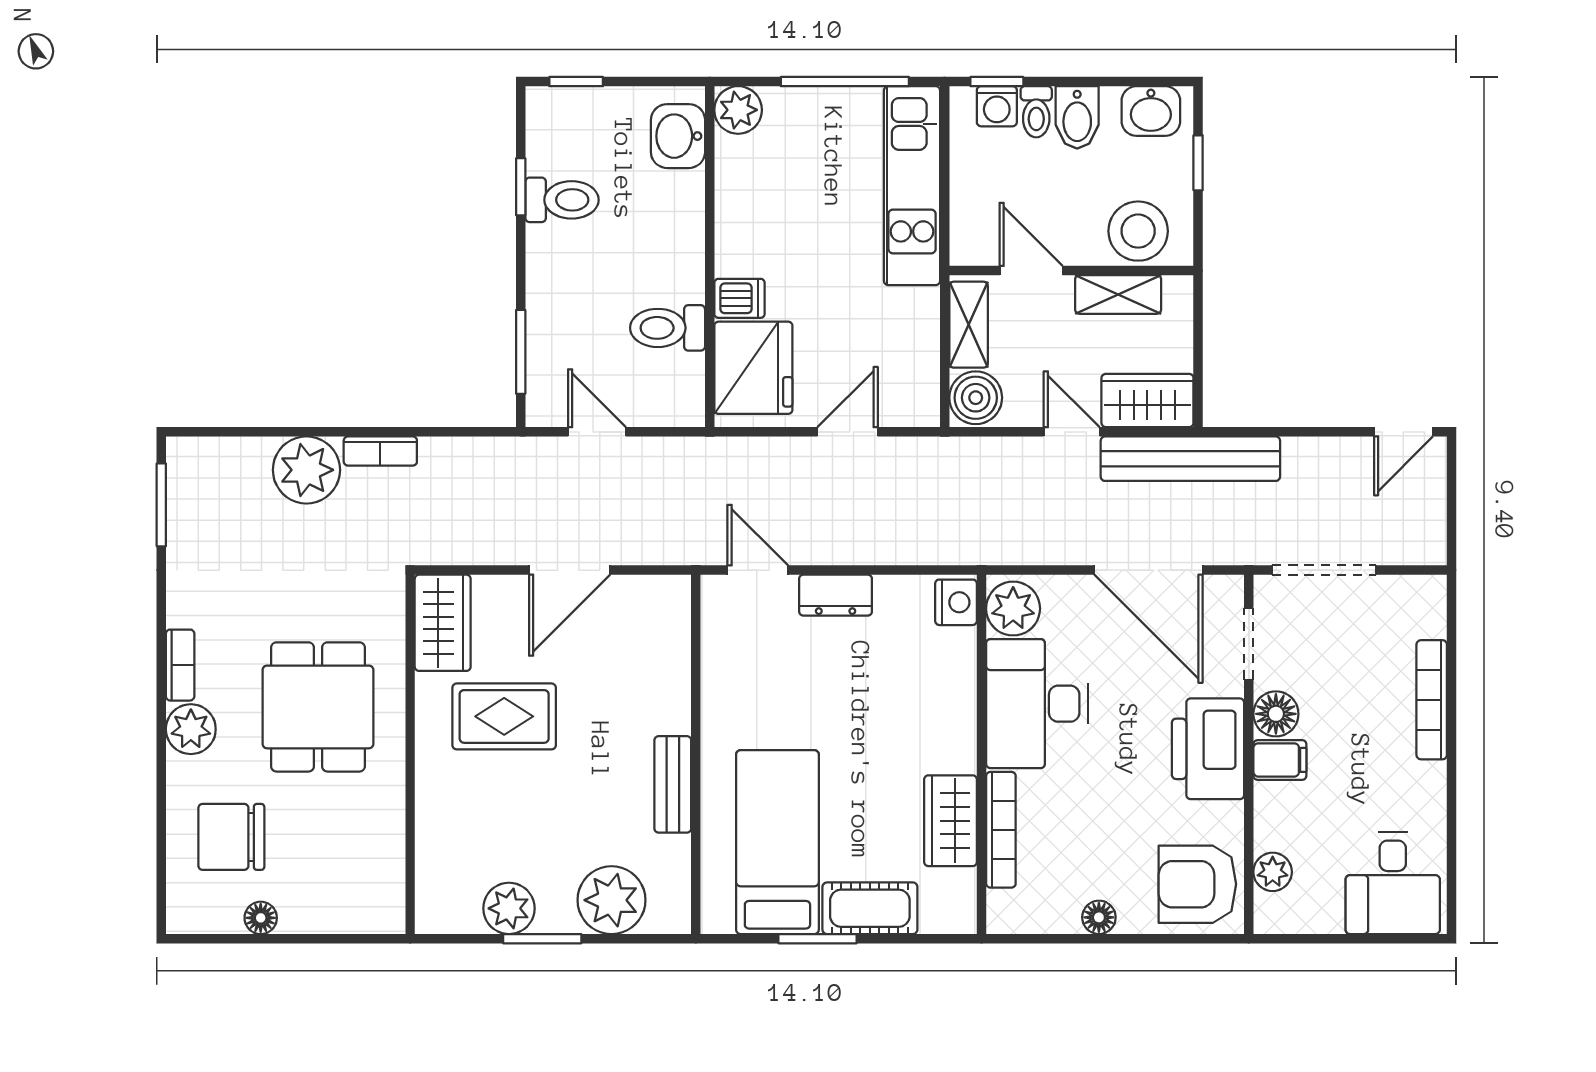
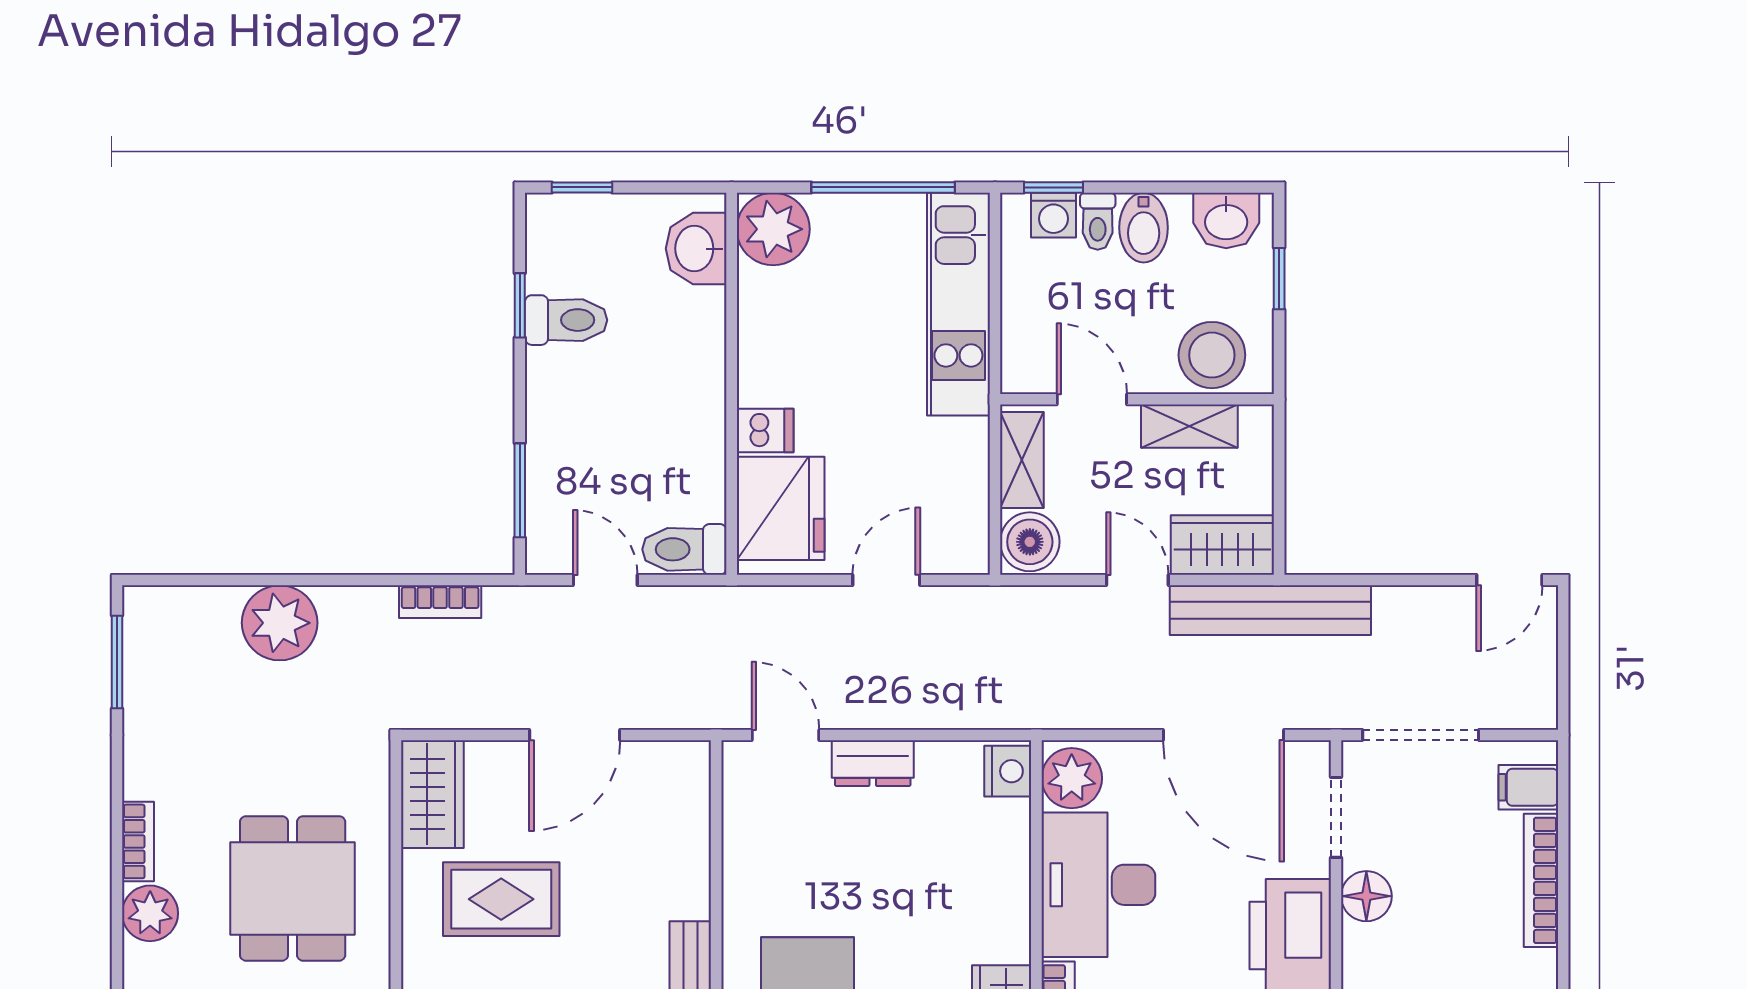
plant: (738, 110) -> (773, 229), width x1.36, depth x1.36
toilet: (668, 328) -> (684, 549), moved
bookcase: (380, 451) -> (440, 602), moved
filing cabinet: (1280, 760) -> (1528, 787), moved, turned 180

